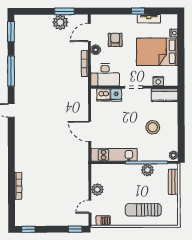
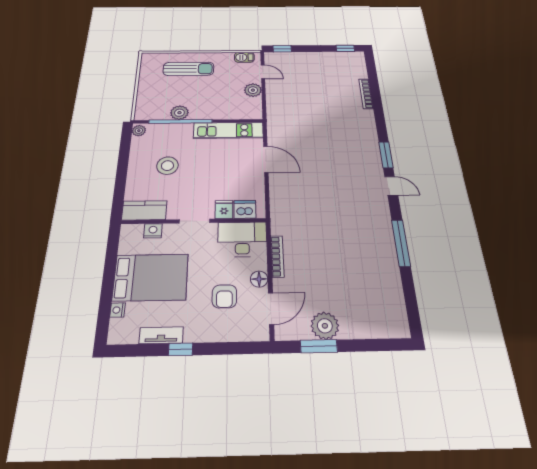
window: (11, 32) -> (386, 155), moved
bench: (173, 182) -> (143, 99), removed
door: (90, 207) -> (263, 72), hinge flipped

